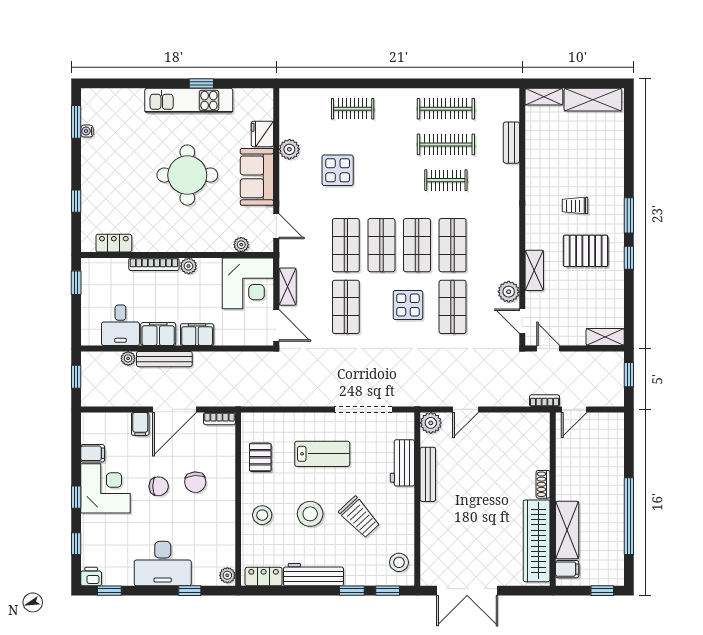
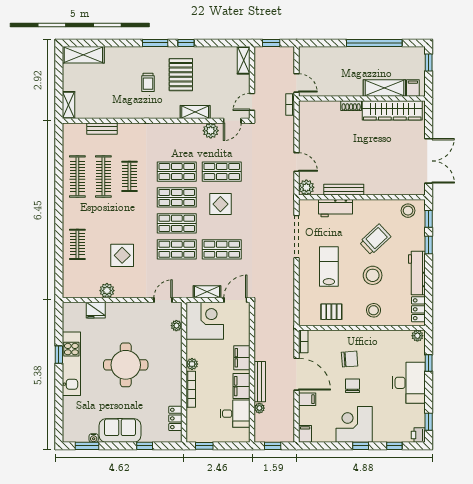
shelving: (593, 100) -> (83, 55), moved, turned 90
sofa: (257, 177) -> (120, 430), moved, turned 180
filing cabinet: (93, 453) -> (305, 434), moved

